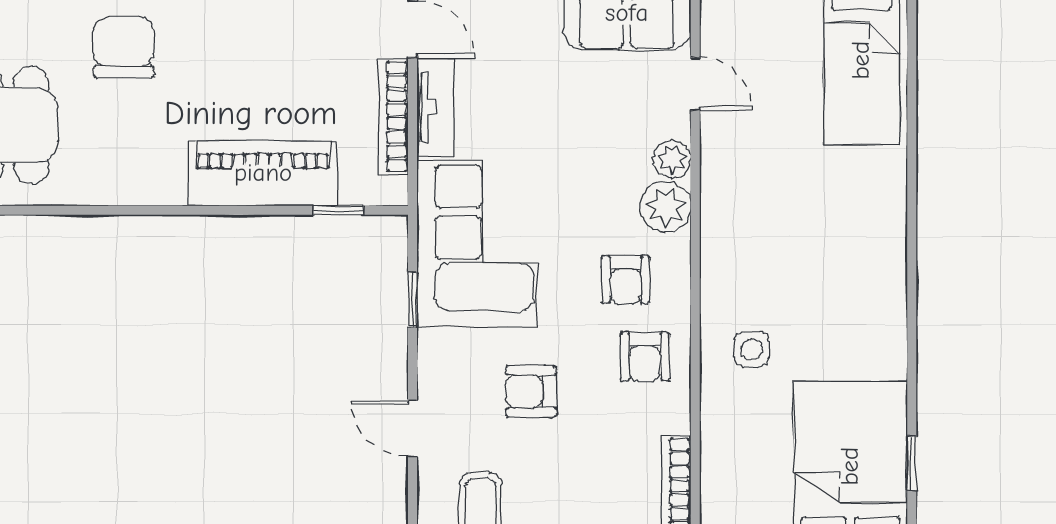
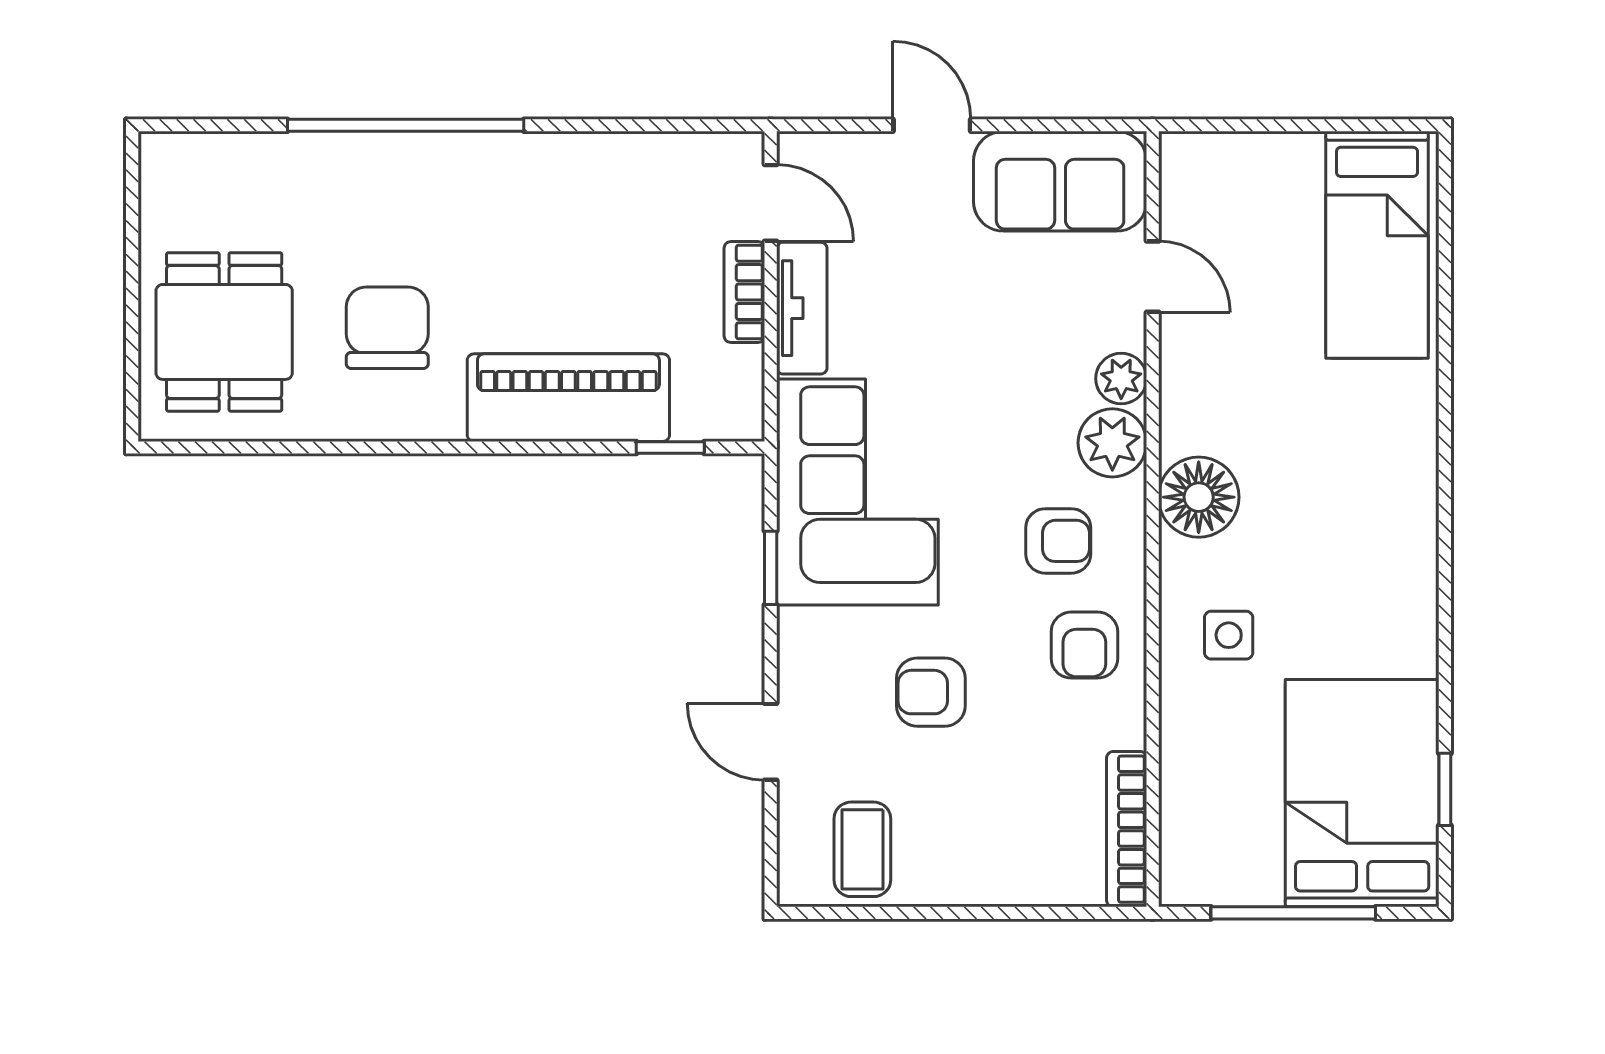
chair: (124, 48) -> (387, 328), moved
bookcase: (393, 116) -> (744, 292), width x0.64
floor lamp: (729, 247) -> (1199, 497), added
armchair: (625, 279) -> (1058, 541), turned -90

